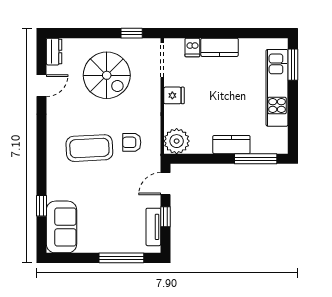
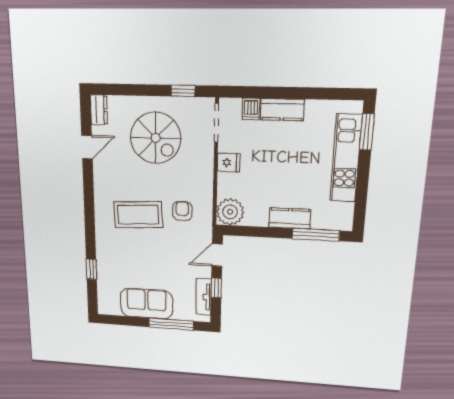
armchair: (132, 142) -> (182, 211), turned 90
sofa: (62, 227) -> (146, 304), moved, turned -90

